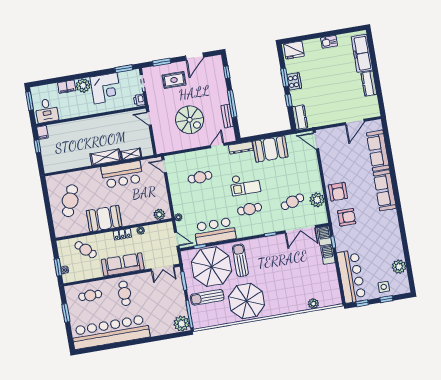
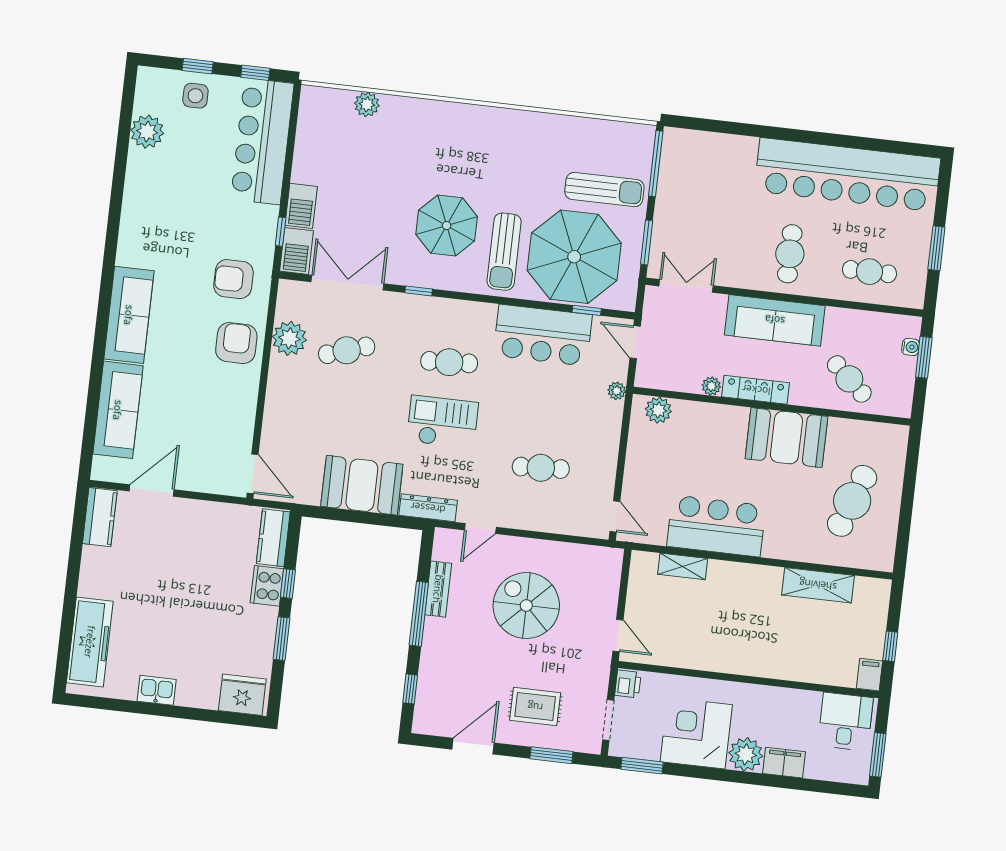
cooker: (294, 81) -> (267, 586), moved
kitchen counter: (369, 84) -> (100, 517), moved
shelving: (105, 157) -> (818, 585), moved
locker: (122, 234) -> (756, 390), width x1.53
parasol: (247, 301) -> (447, 225), moved, width x0.73, depth x0.73
plant: (182, 324) -> (680, 147), removed

